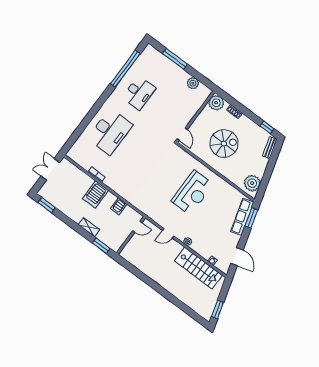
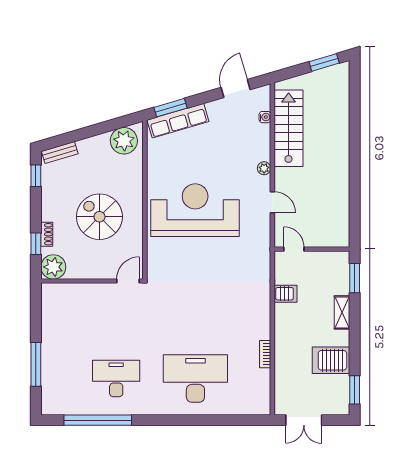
plant: (193, 83) -> (50, 317), removed
window: (234, 103) -> (36, 244), added
reception desk: (192, 193) -> (195, 210), width x1.36, depth x1.30
server rack: (95, 194) -> (331, 360), moved, turned 180

